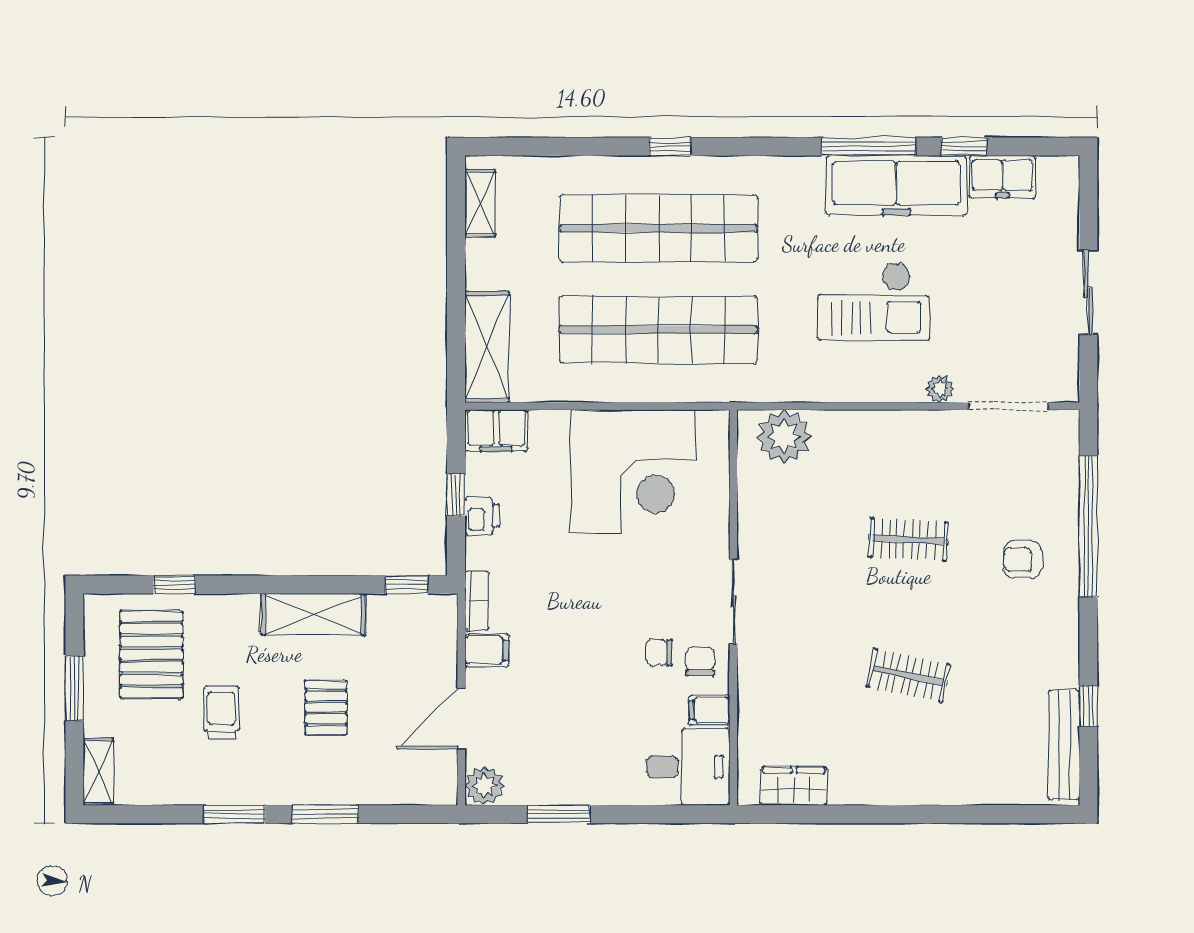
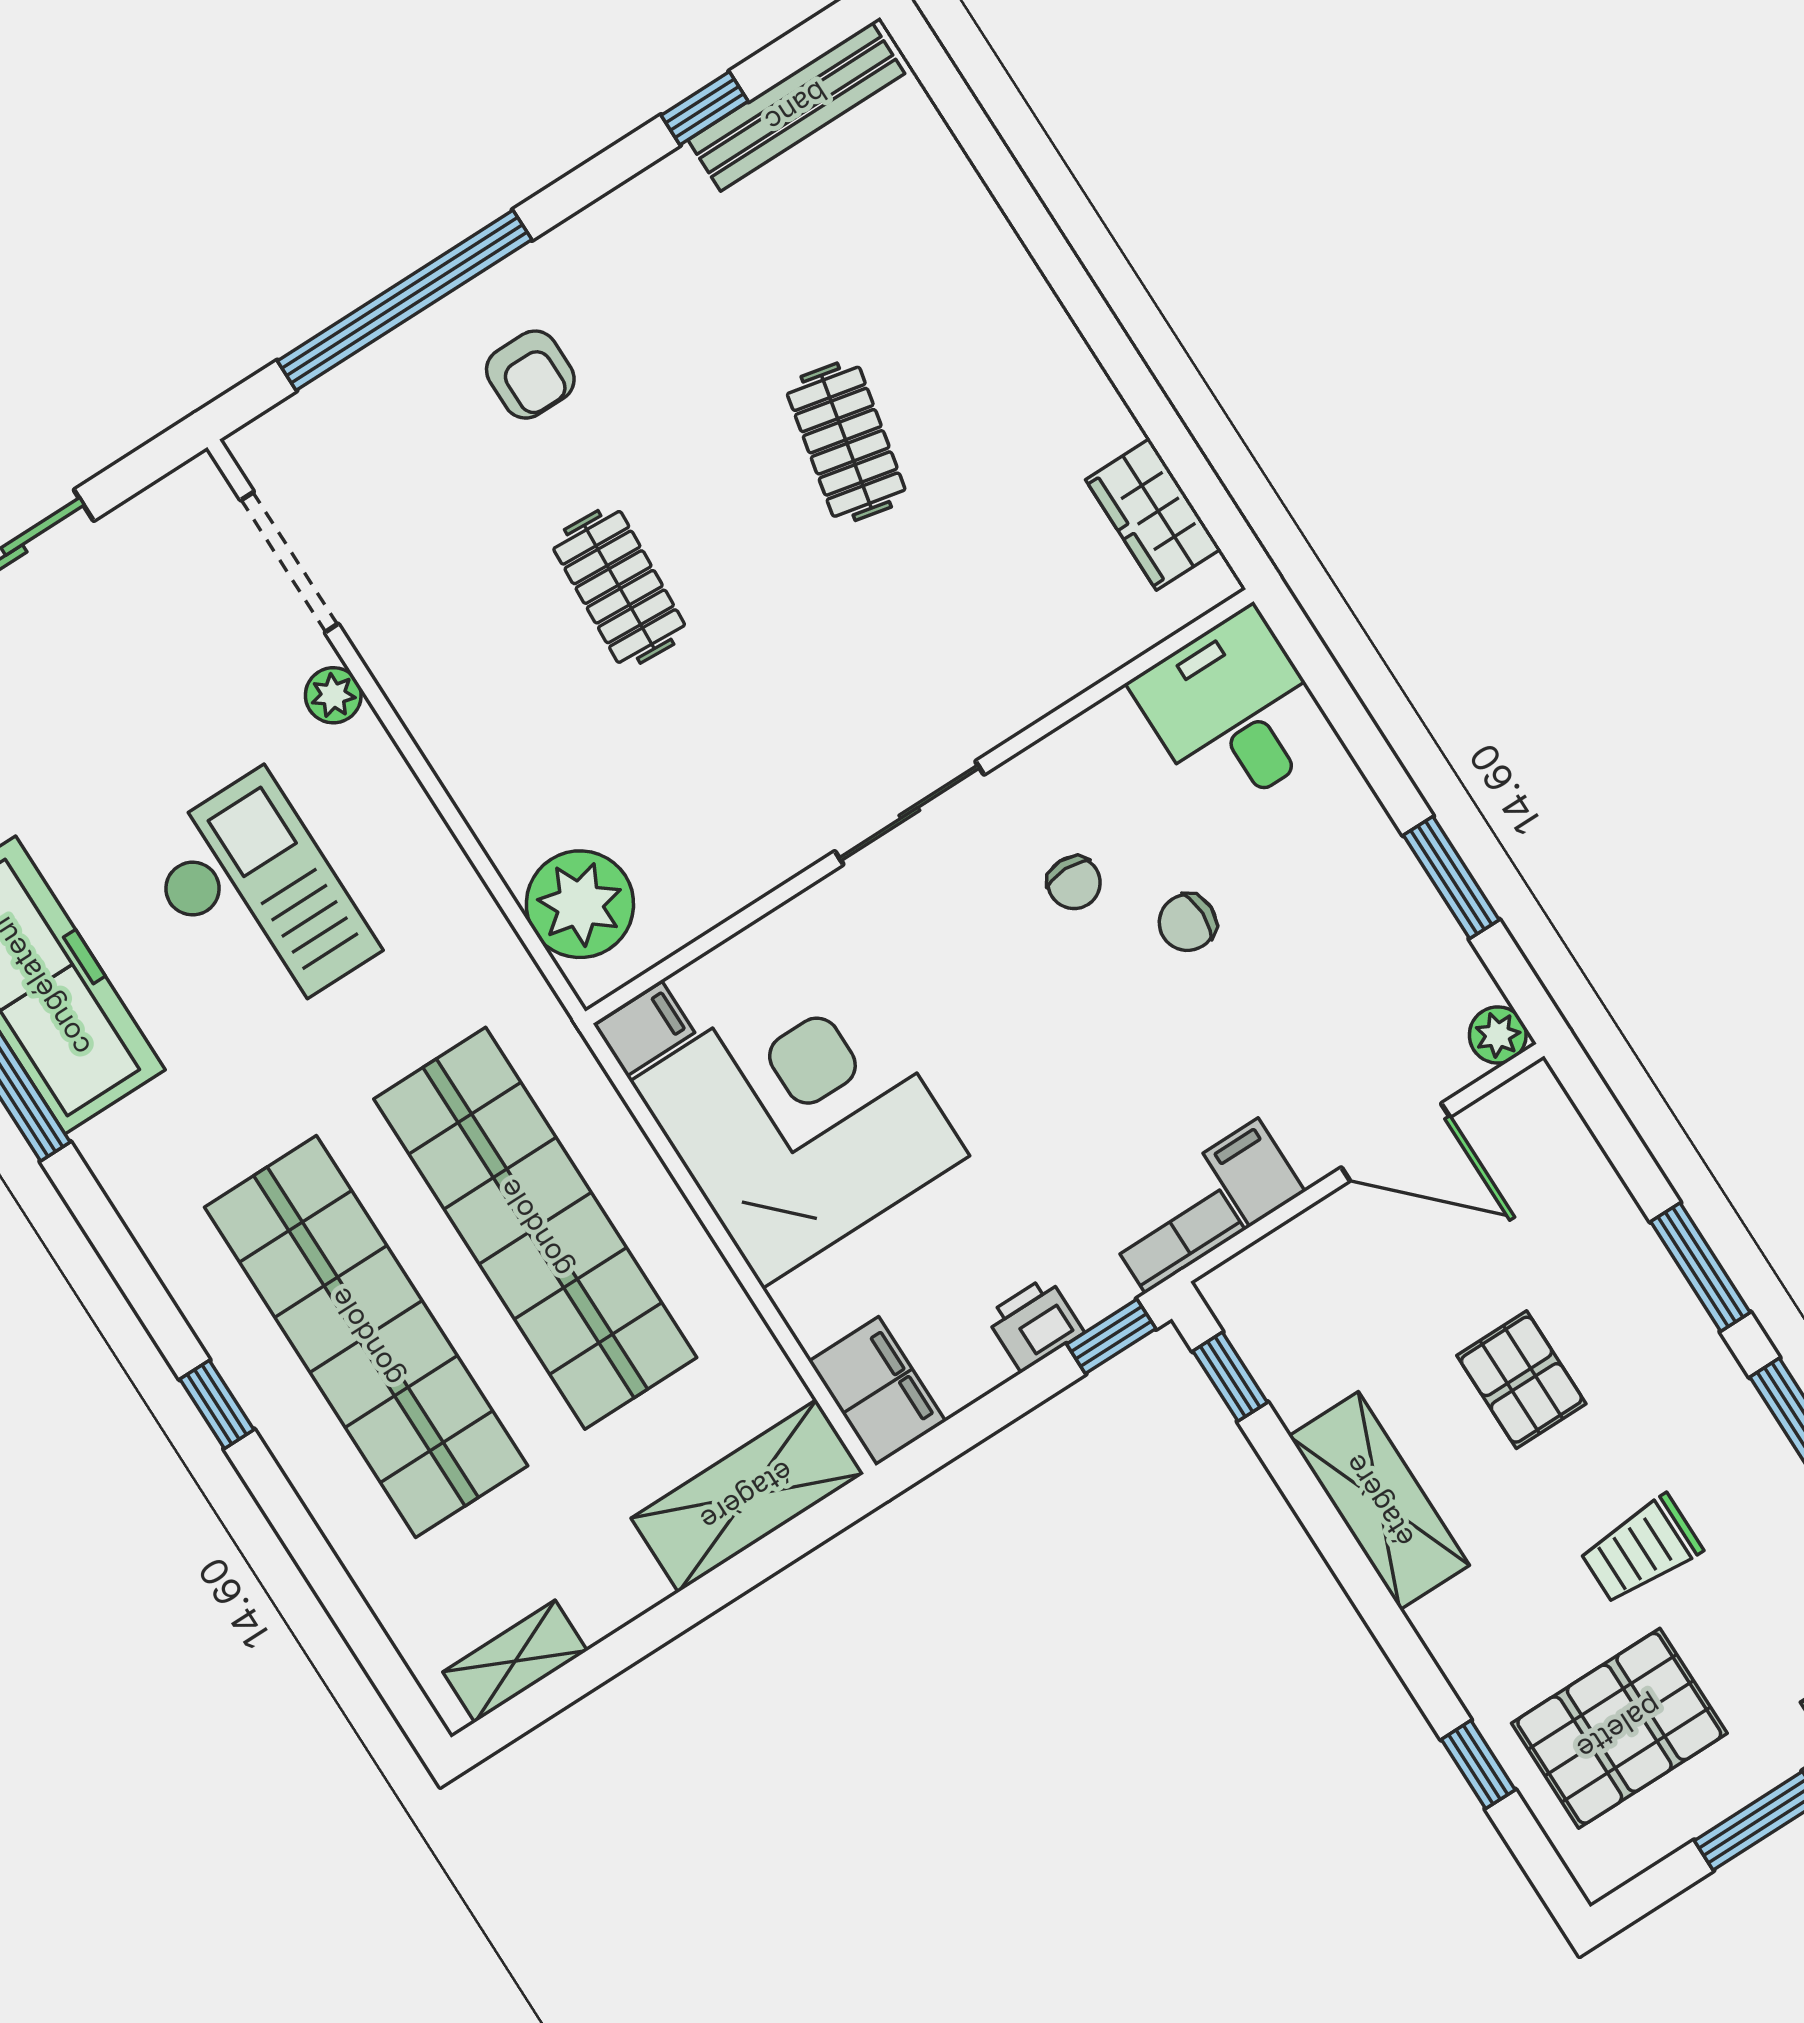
window: (456, 495) -> (1111, 1336), moved
chair: (700, 662) -> (1187, 923), moved
pallet: (326, 708) -> (1521, 1380), turned 90
filing cabinet: (709, 710) -> (644, 1029), moved, turned -90
plant: (484, 786) -> (1498, 1035), width x0.73, depth x0.73

